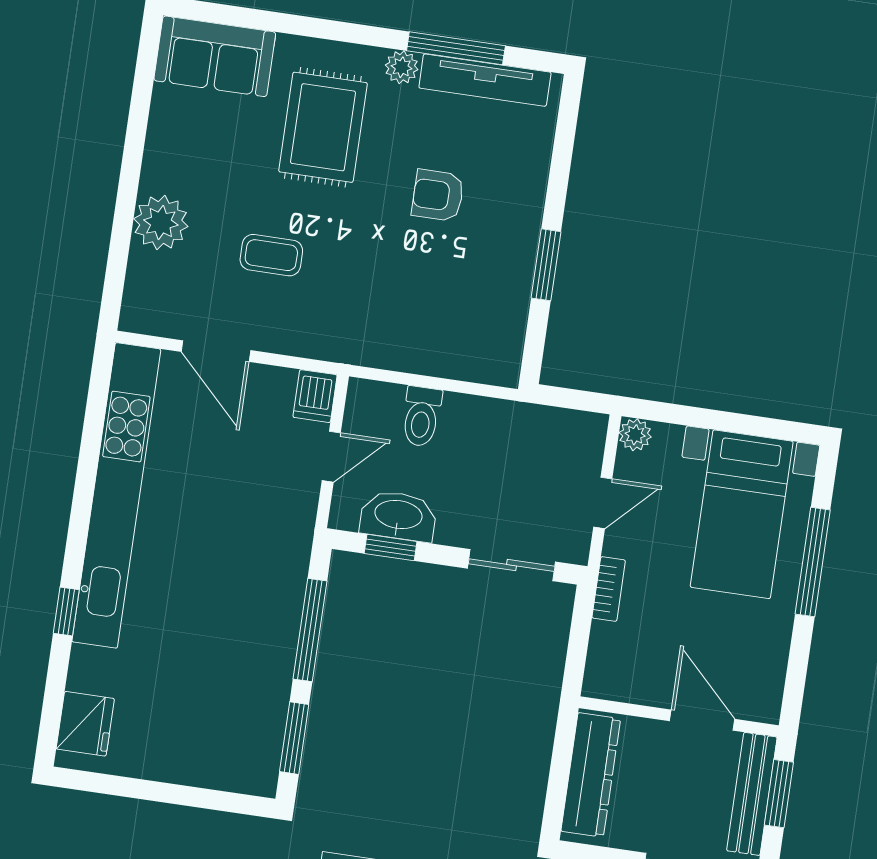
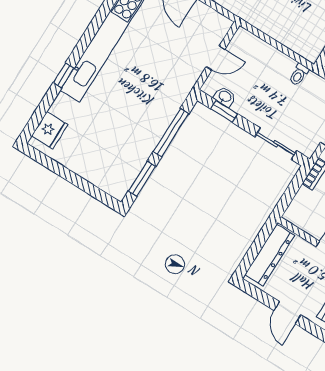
dishwasher: (315, 396) -> (220, 27), removed
toilet: (421, 416) -> (299, 75), moved, width x0.73, depth x0.72
washbasin: (398, 516) -> (225, 97), width x0.52, depth x0.69

